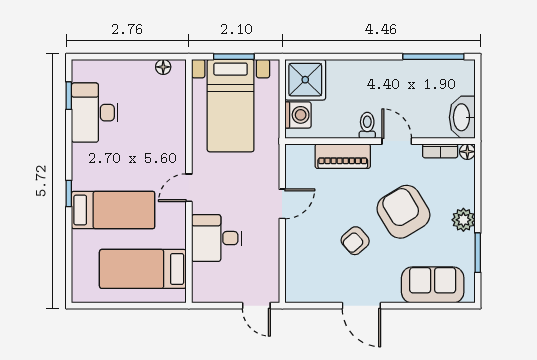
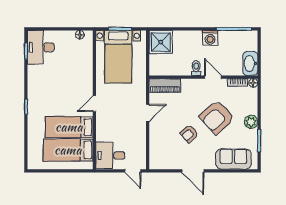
desk: (95, 113) -> (41, 47), moved
washing machine: (298, 115) -> (210, 38), moved, turned 90
piano: (343, 156) -> (165, 86), moved
bed: (113, 210) -> (69, 127), moved, turned 180
armchair: (403, 212) -> (217, 117), turned -101
desk: (217, 238) -> (110, 155), moved

